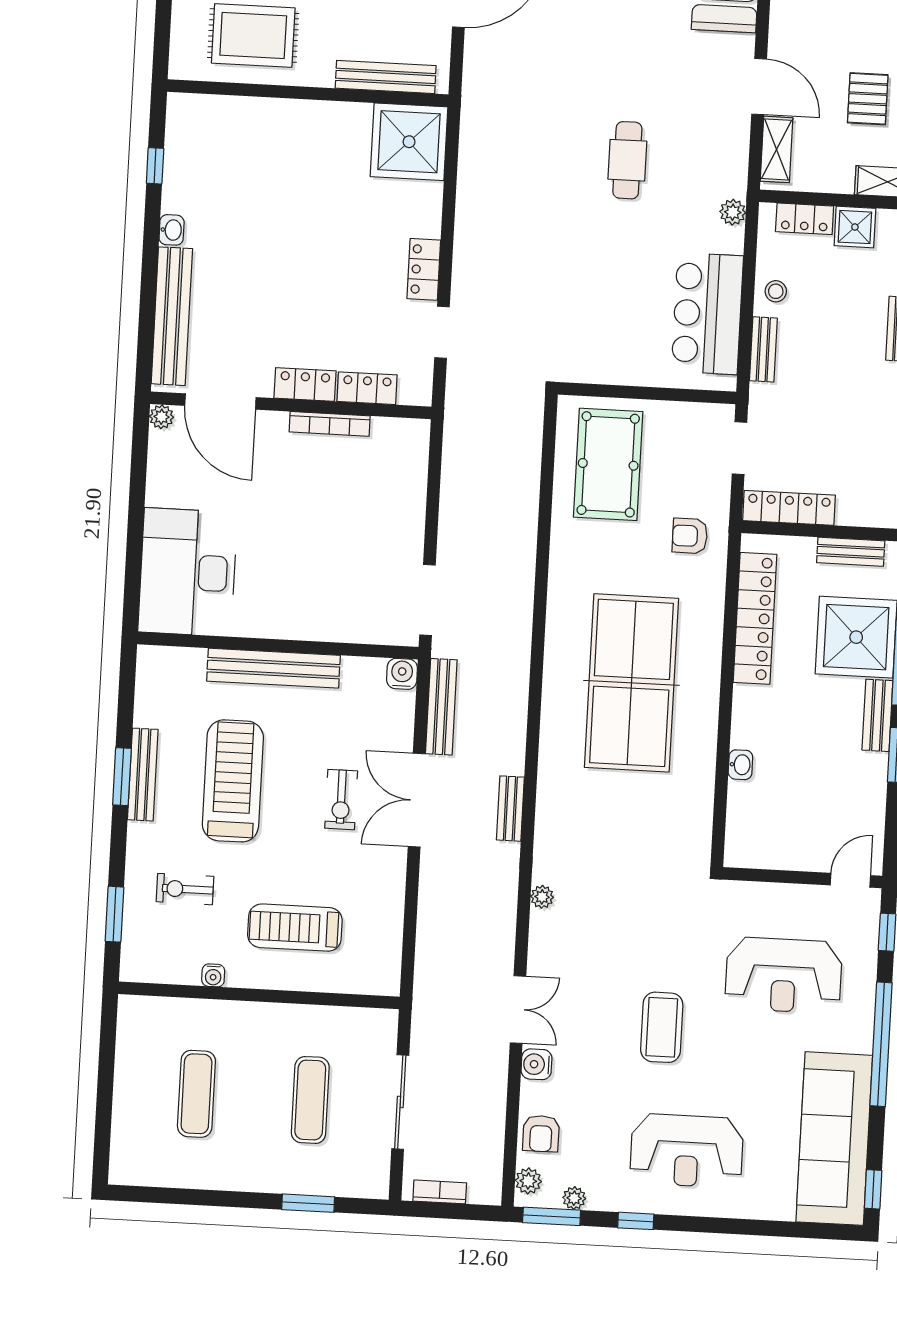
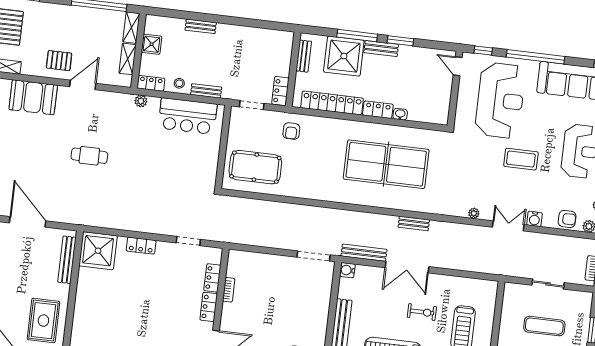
pallet: (868, 99) -> (59, 61), moved
shelving: (777, 149) -> (128, 59), moved, turned 90
cafe table: (627, 160) -> (89, 156), moved
locker: (805, 219) -> (151, 83), moved, turned -90
locker: (424, 269) -> (141, 246), moved
bookcase: (330, 424) -> (229, 290), width x0.64
locker: (789, 508) -> (280, 91), width x0.66
table tennis table: (632, 683) -> (386, 164), moved
locker: (747, 717) -> (378, 110), added
exercise bike: (341, 800) -> (422, 312), moved
plant: (542, 897) -> (474, 213), moved
reception desk: (784, 975) -> (500, 100), width x1.36, depth x1.30
sliding door: (400, 1102) -> (548, 284), width x0.73

